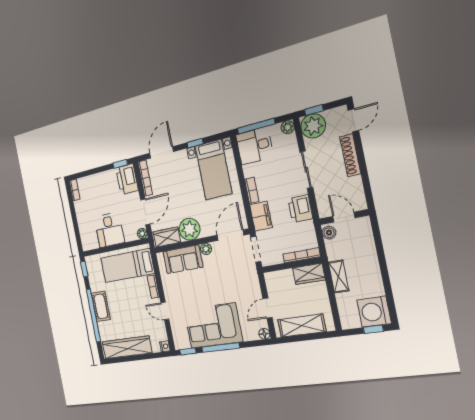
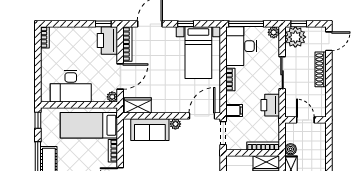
desk: (255, 146) -> (241, 46), width x1.37
filing cabinet: (261, 216) -> (234, 111), width x0.50
plant: (189, 229) -> (163, 102), removed
desk: (109, 230) -> (71, 86), width x1.37
boiler: (329, 233) -> (291, 149), moved

